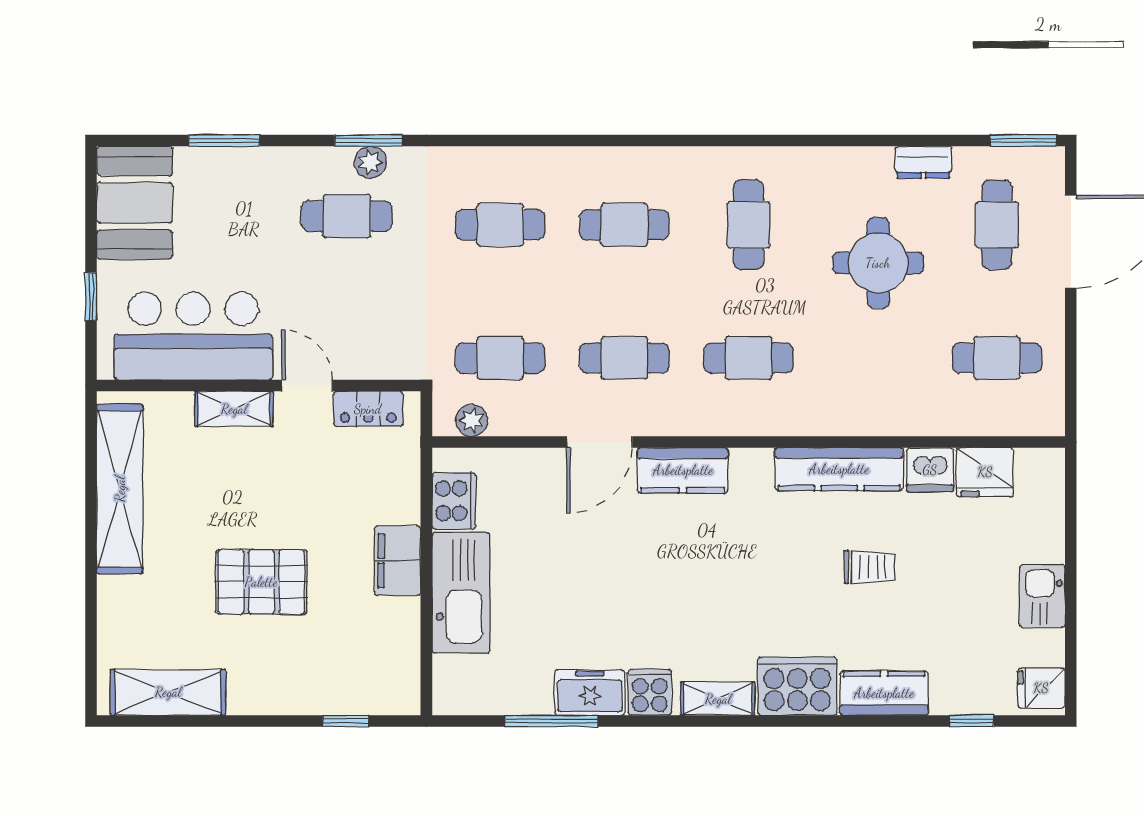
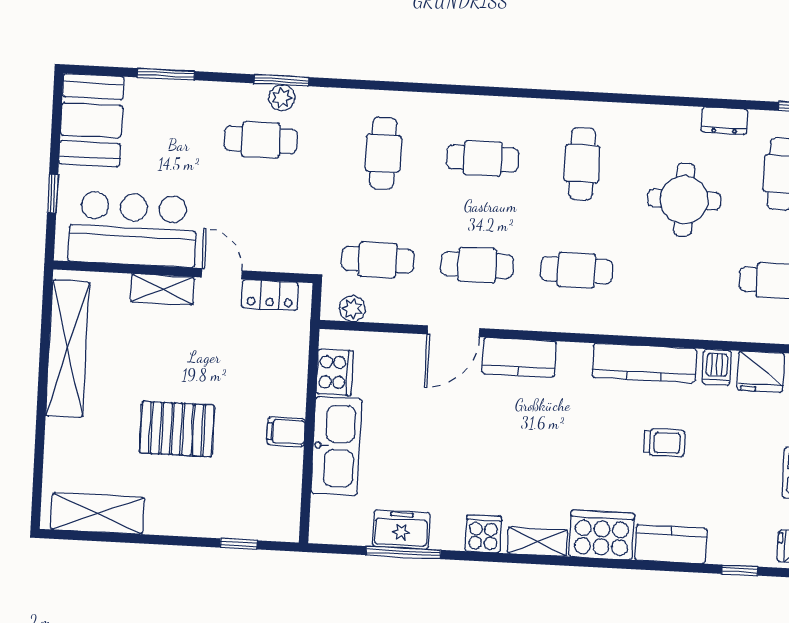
cafe table: (500, 225) -> (383, 153), turned 90
dishwasher: (930, 470) -> (717, 367), width x0.73
filing cabinet: (397, 561) -> (286, 432), width x0.50
freezer: (590, 692) -> (401, 530), moved

